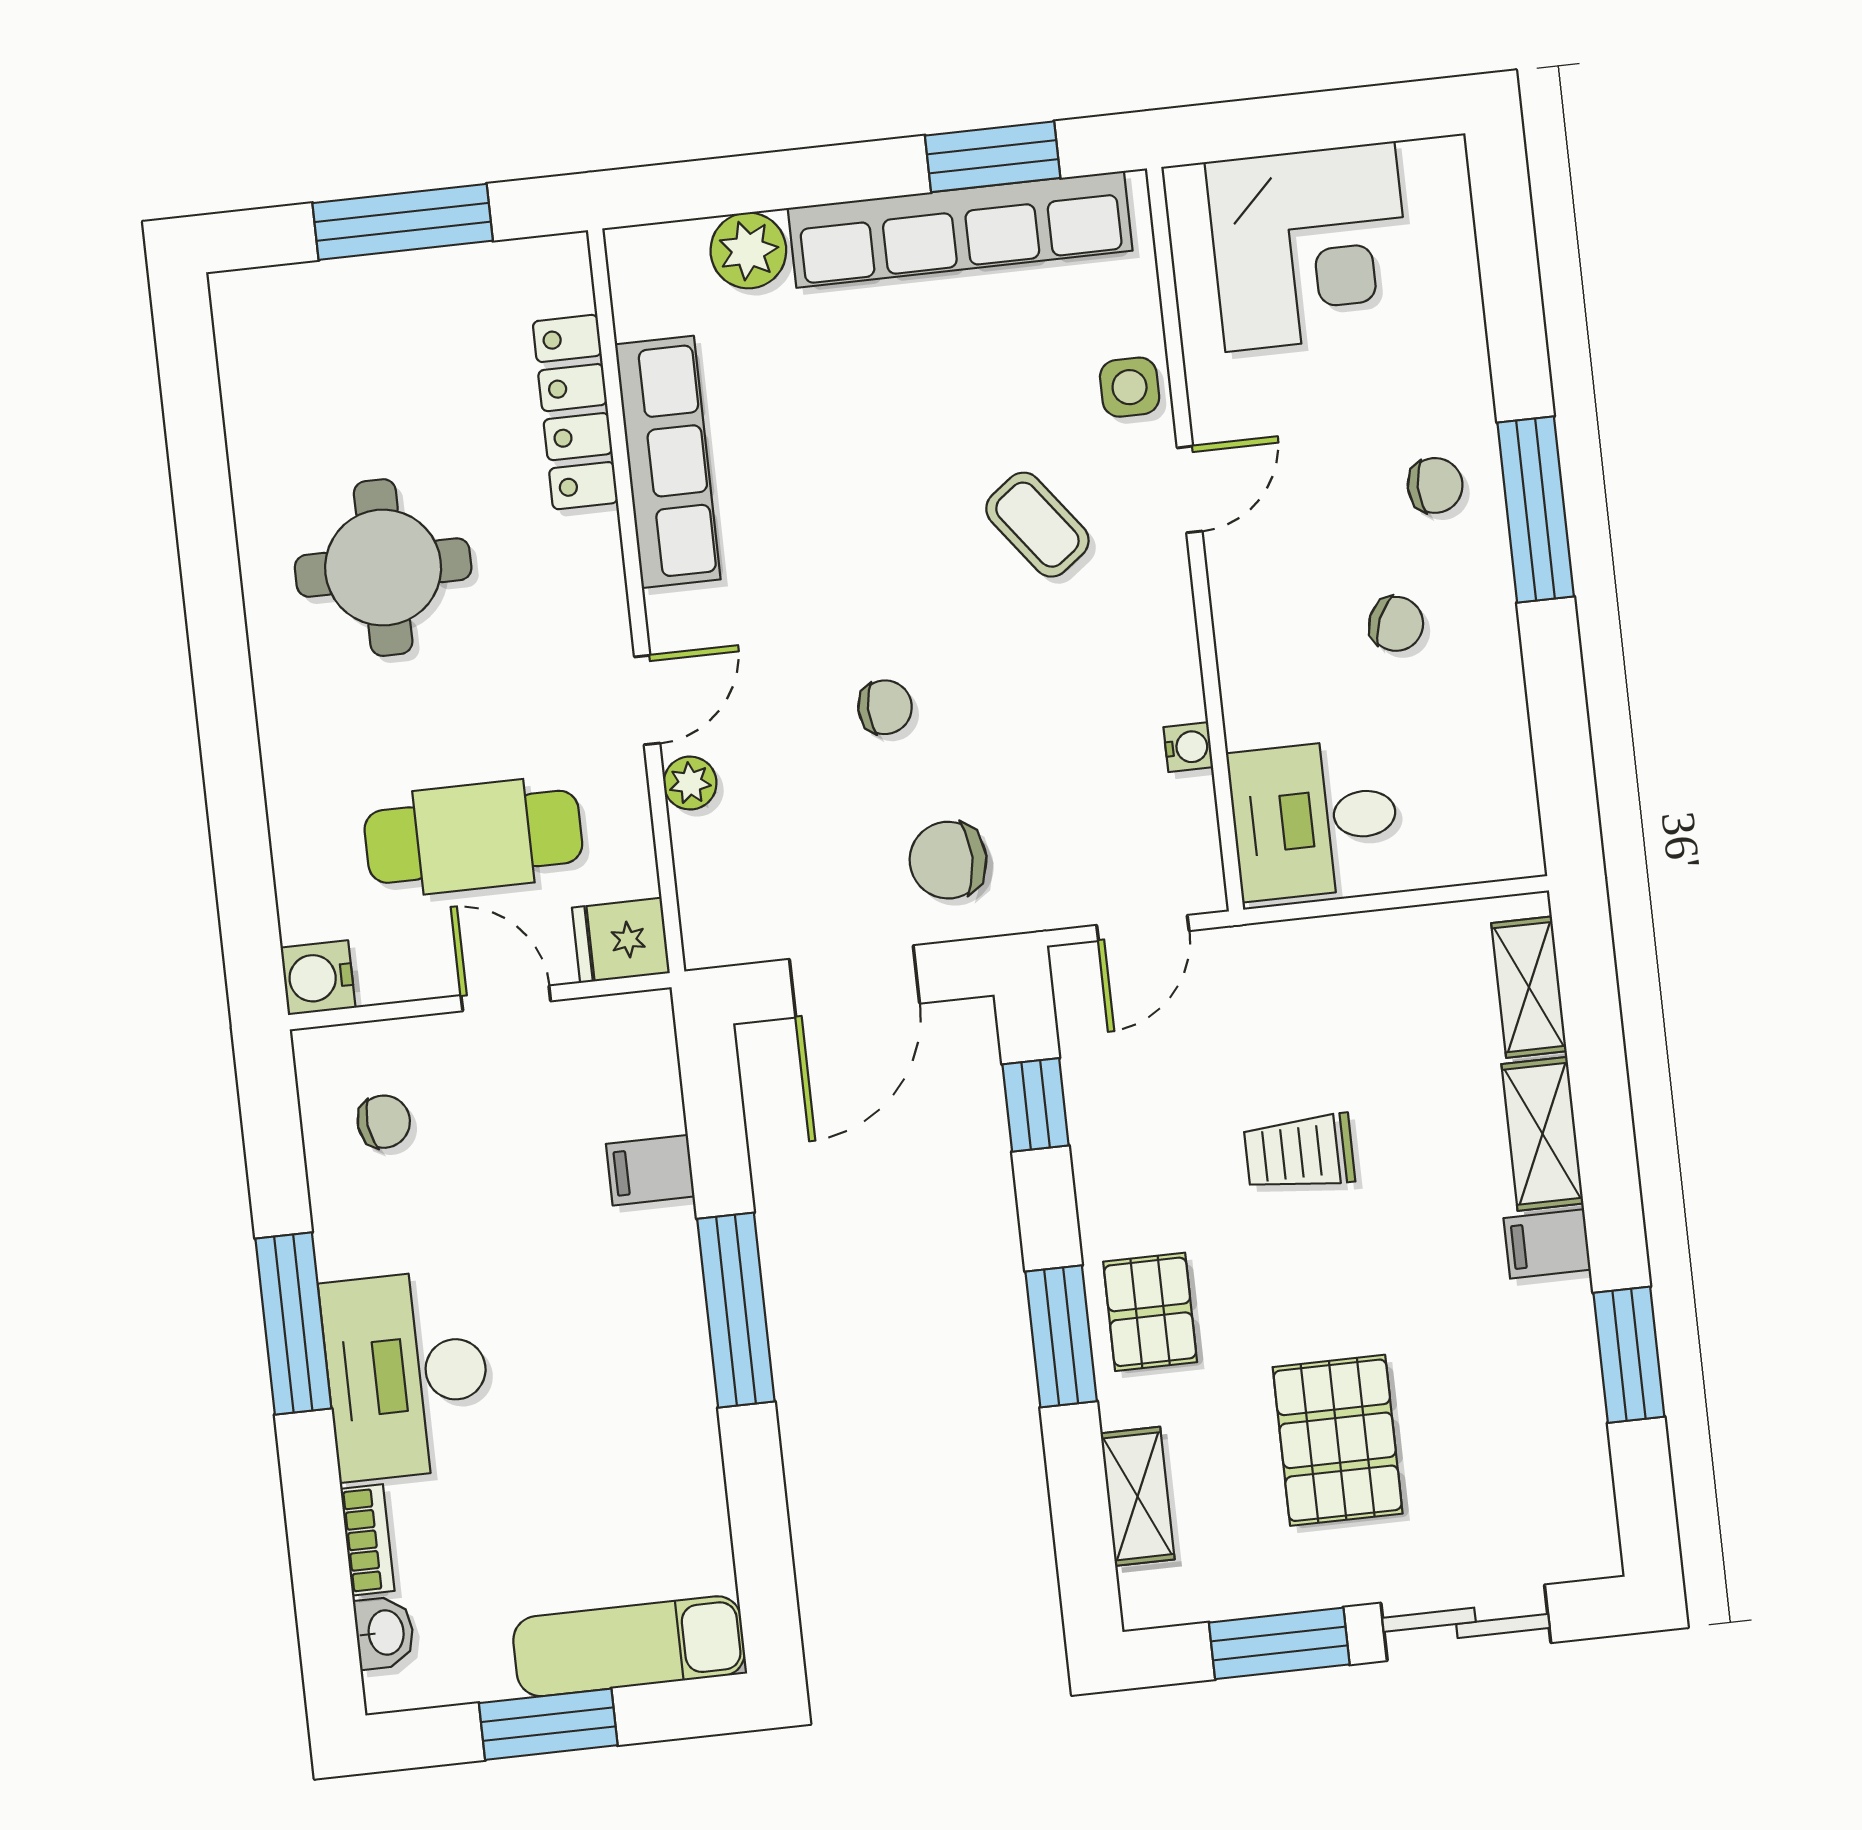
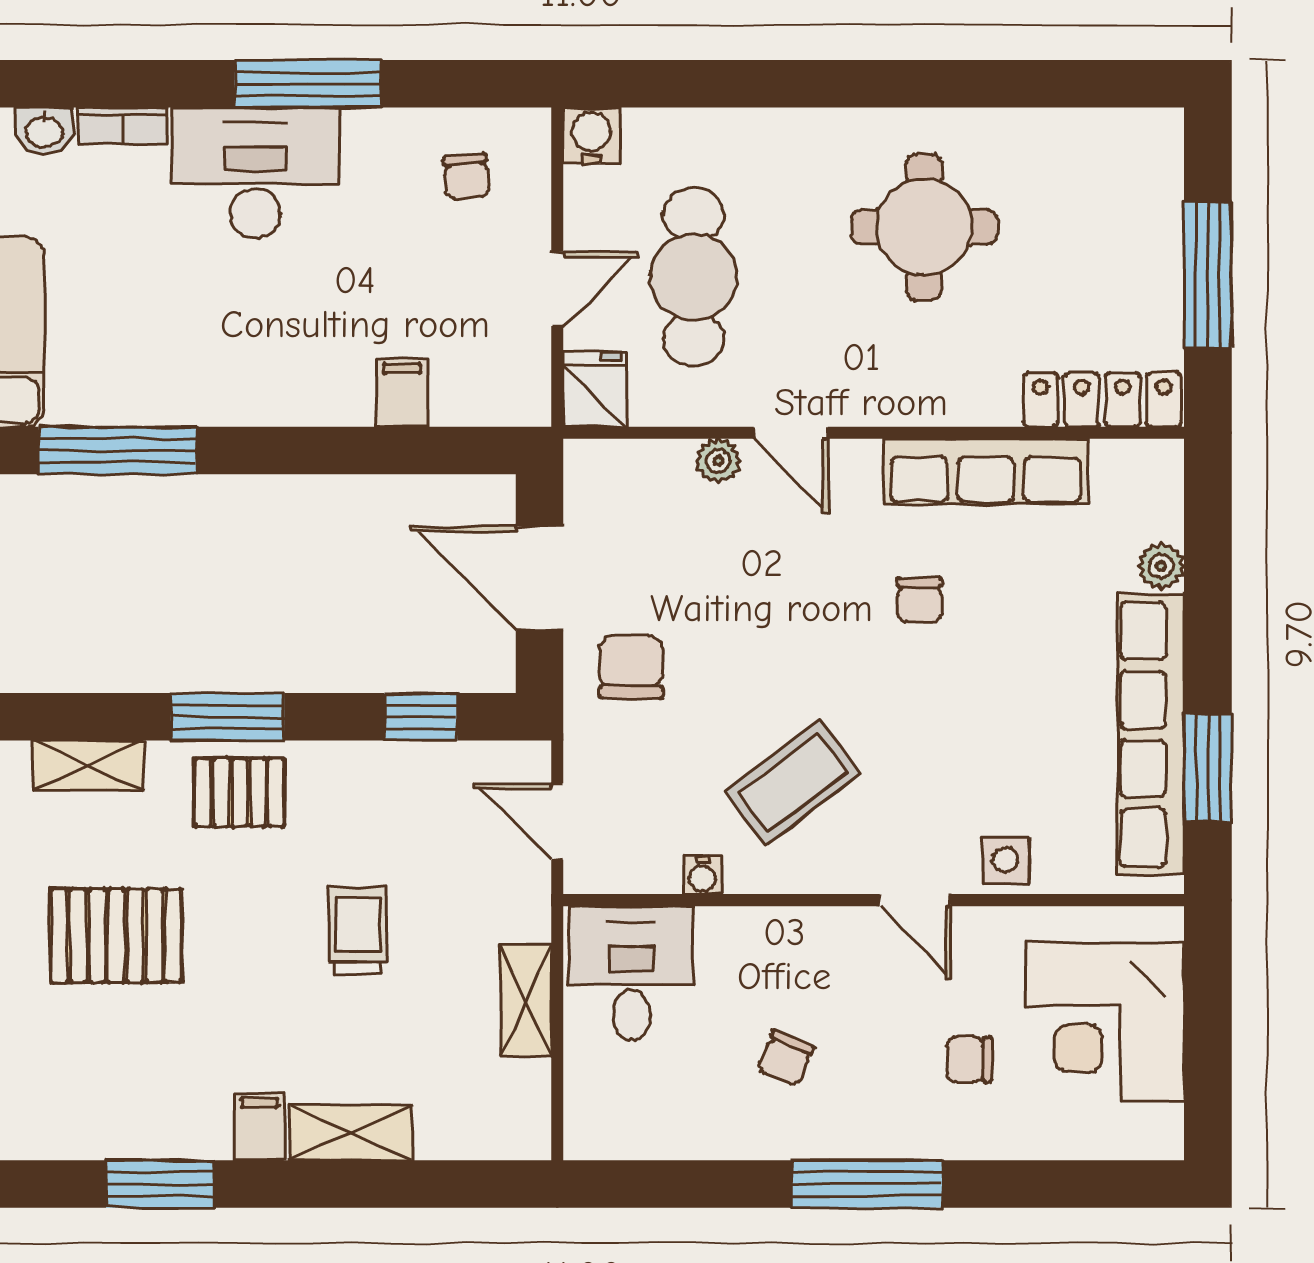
plant: (748, 250) -> (1161, 566), width x0.73, depth x0.73
locker: (575, 412) -> (1102, 400), moved
chair: (1435, 485) -> (969, 1059), moved, turned 90
coffee table: (1037, 525) -> (793, 783), moved, width x1.36, depth x1.30
chair: (885, 707) -> (920, 600), moved
shelving: (1529, 987) -> (526, 1001), moved, turned 90
window: (736, 1310) -> (117, 451), moved

